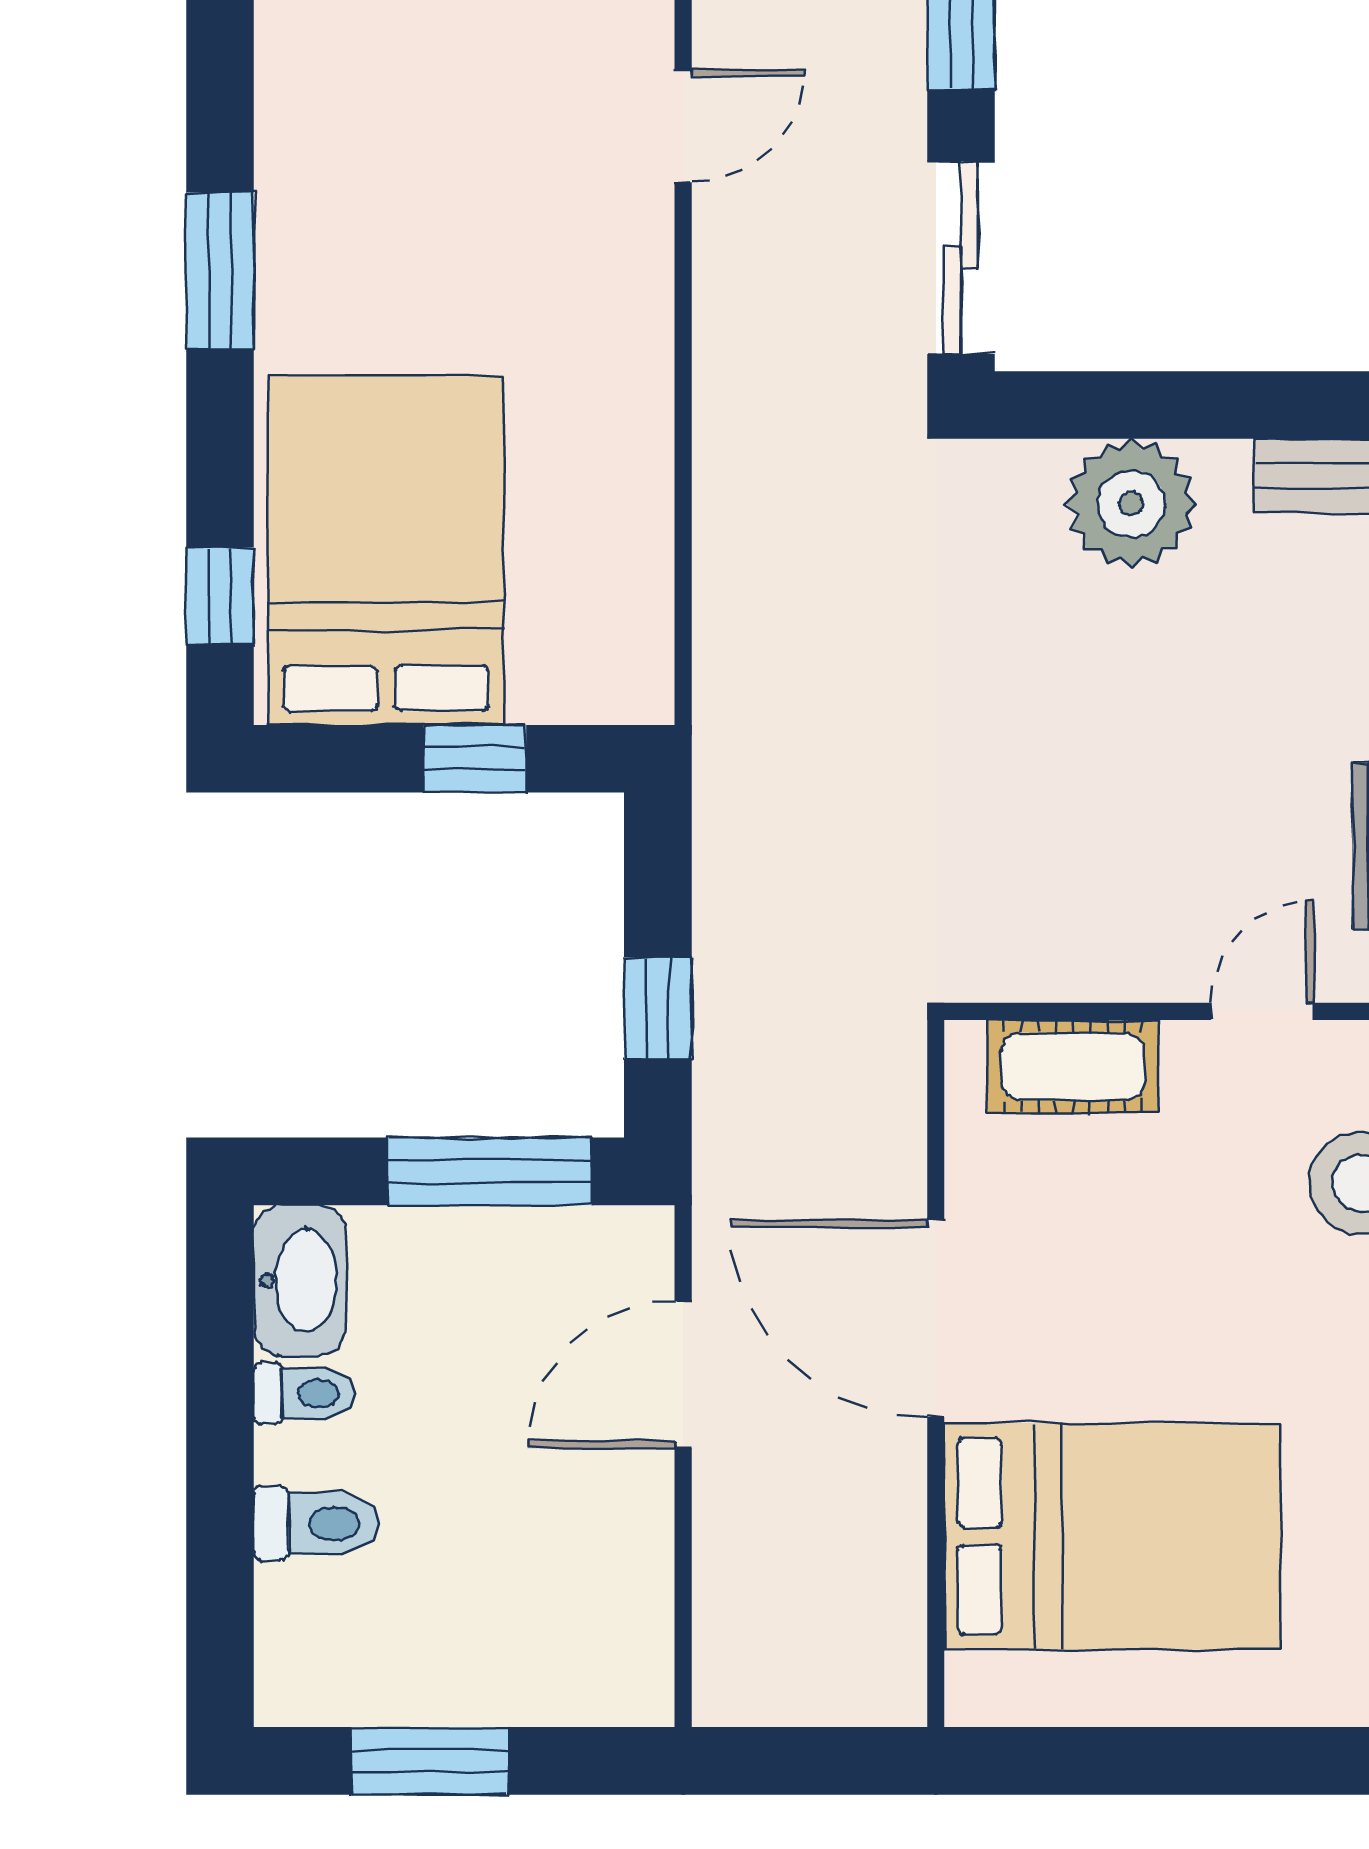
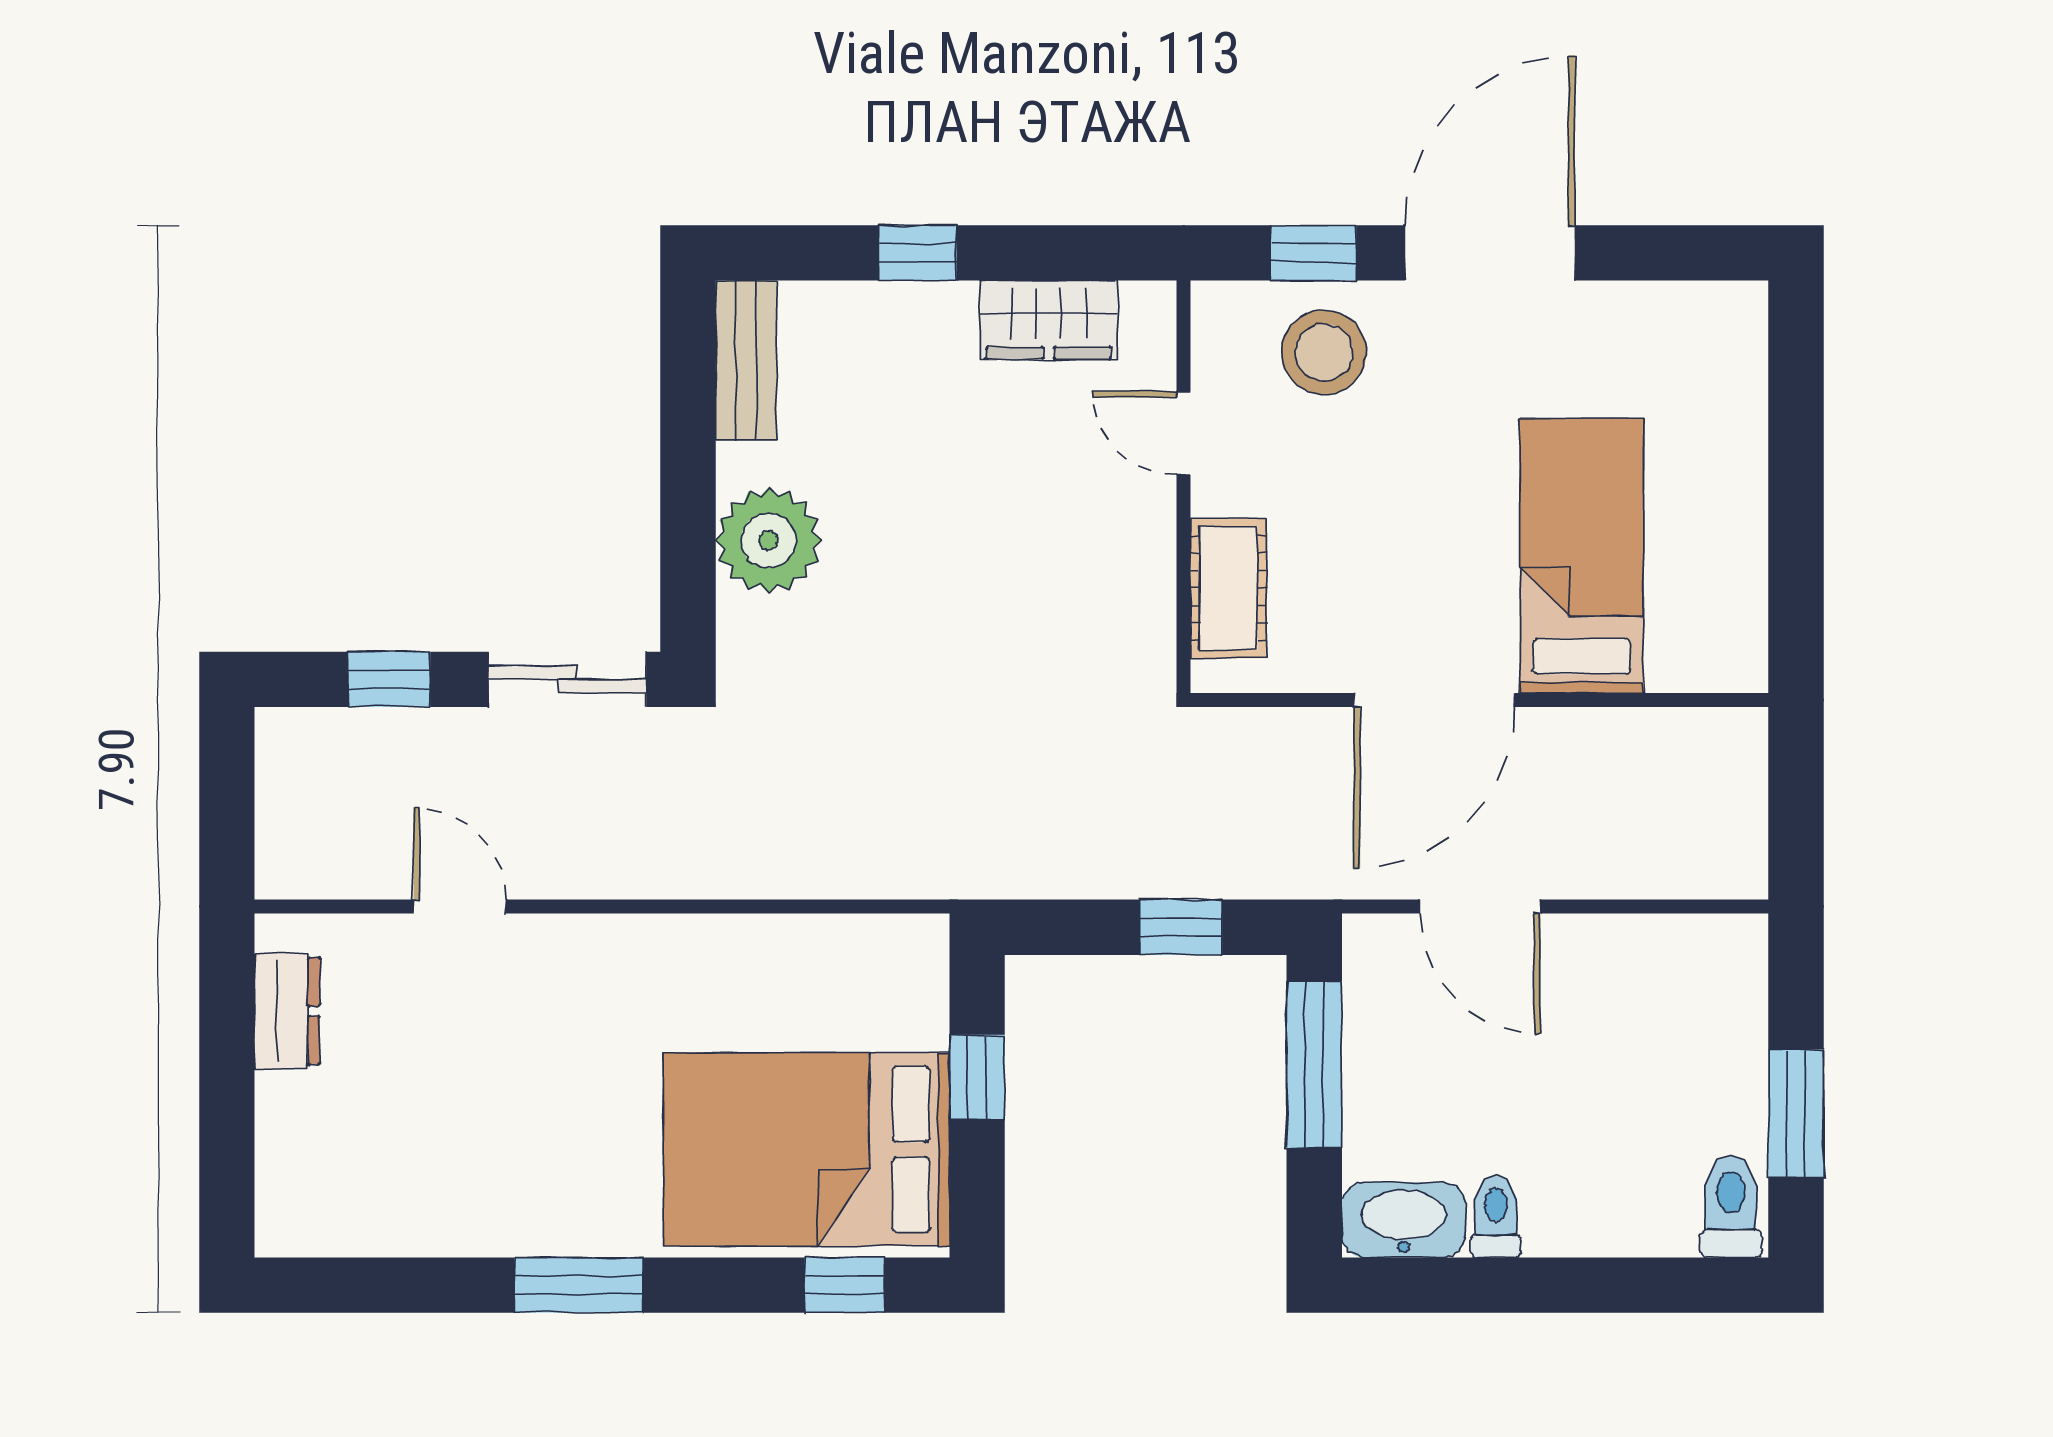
toilet: (316, 1523) -> (1731, 1206), moved
bed: (1112, 1536) -> (1582, 556), width x0.67

